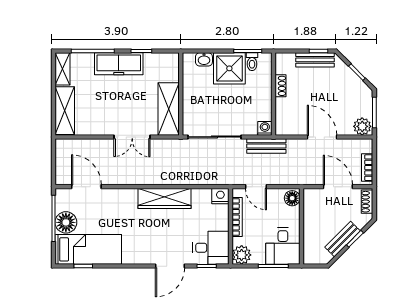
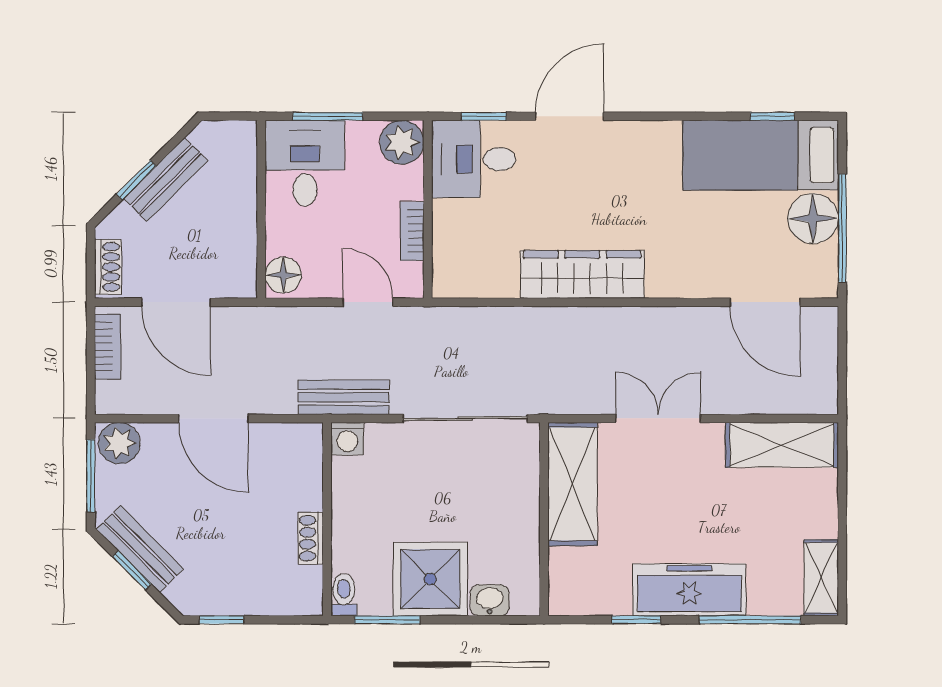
bench: (315, 60) -> (140, 549), moved, turned 45
toilet: (252, 62) -> (344, 595), moved
shelving: (65, 111) -> (782, 445), moved, turned 90
nightstand: (220, 196) -> (451, 280), removed
bookcase: (237, 217) -> (412, 231), width x0.64

